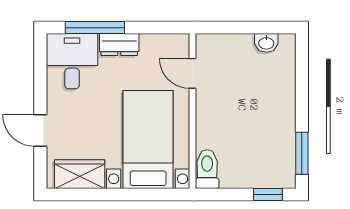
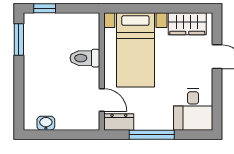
window: (95, 28) -> (152, 135), moved
dresser: (119, 45) -> (119, 122), moved
toilet: (207, 169) -> (85, 58), moved, turned 90

